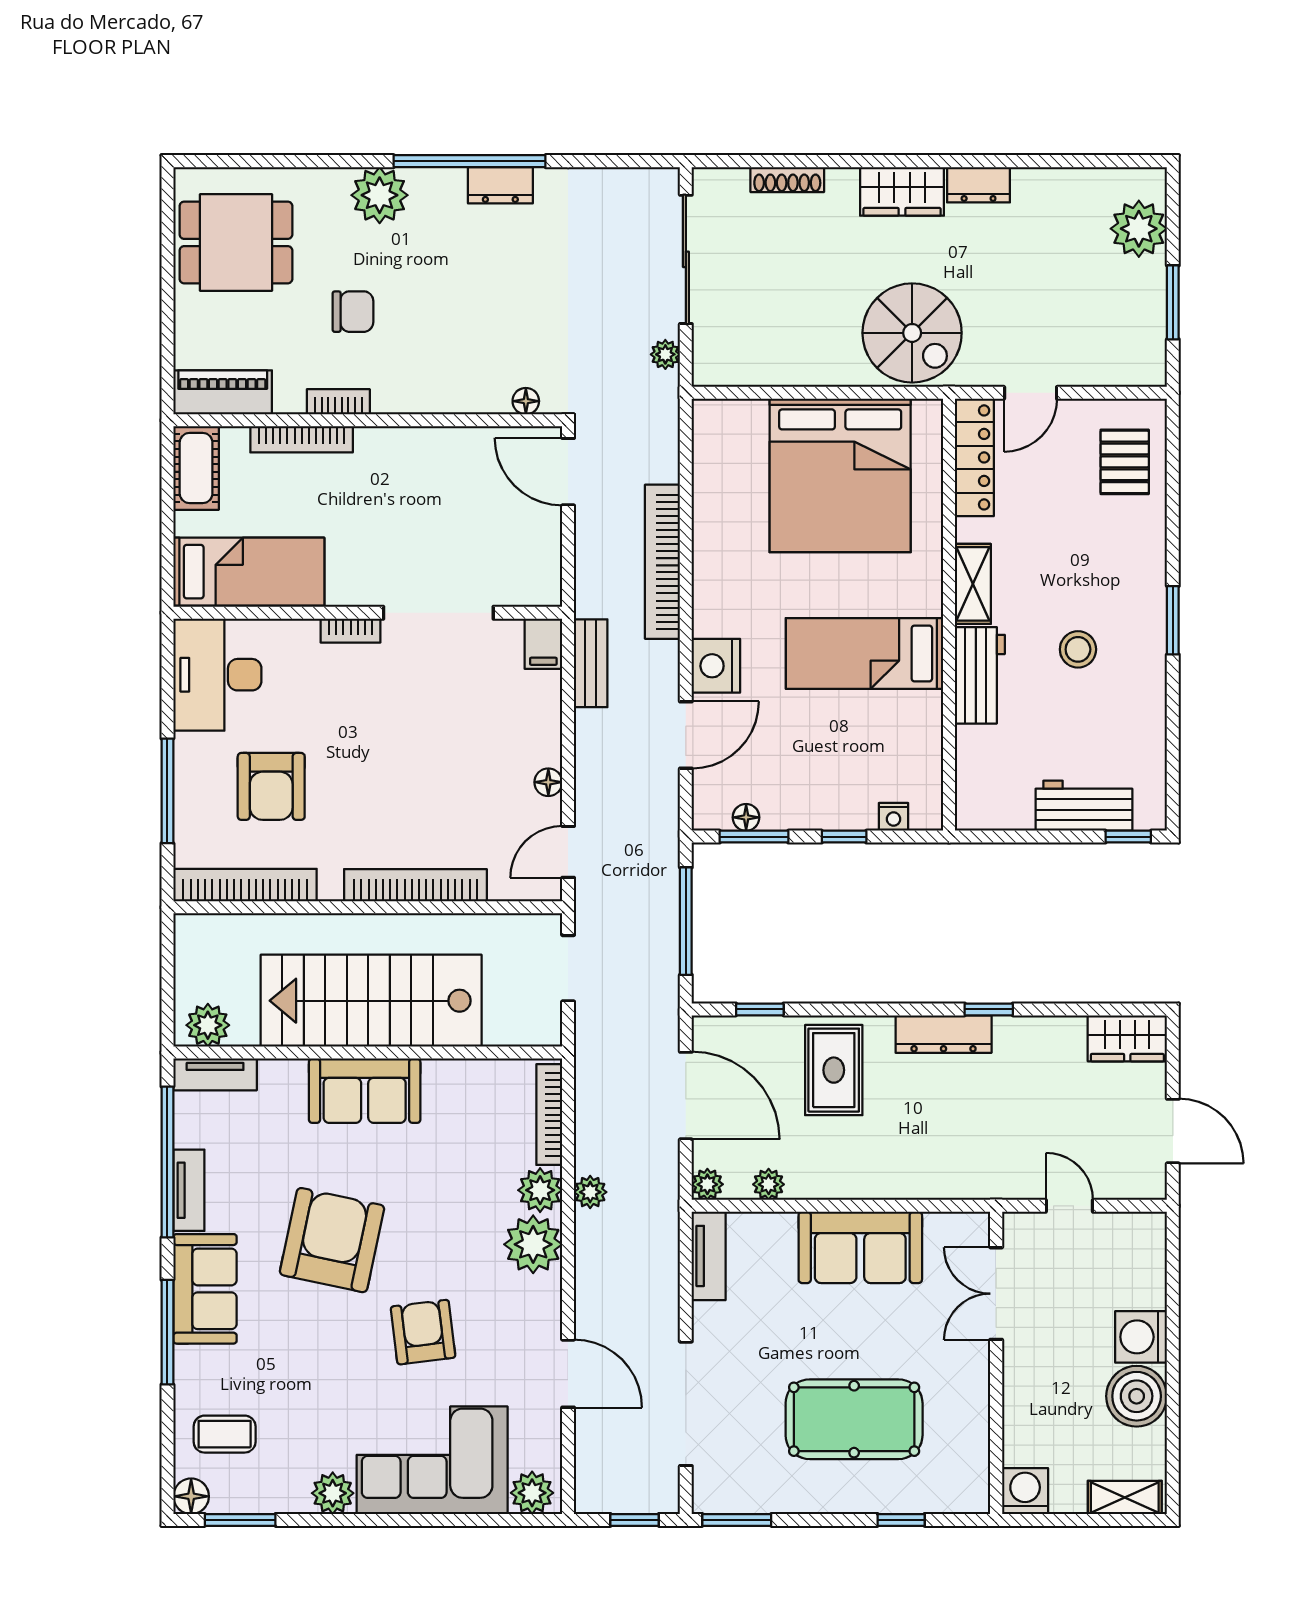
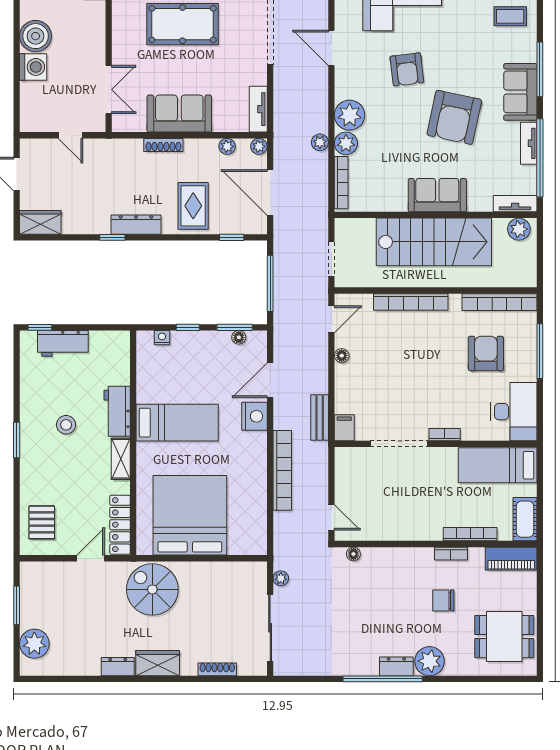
dresser: (500, 185) -> (396, 666), moved
door: (568, 472) -> (331, 517), width x0.73
shoe rack: (891, 1187) -> (163, 145), added

